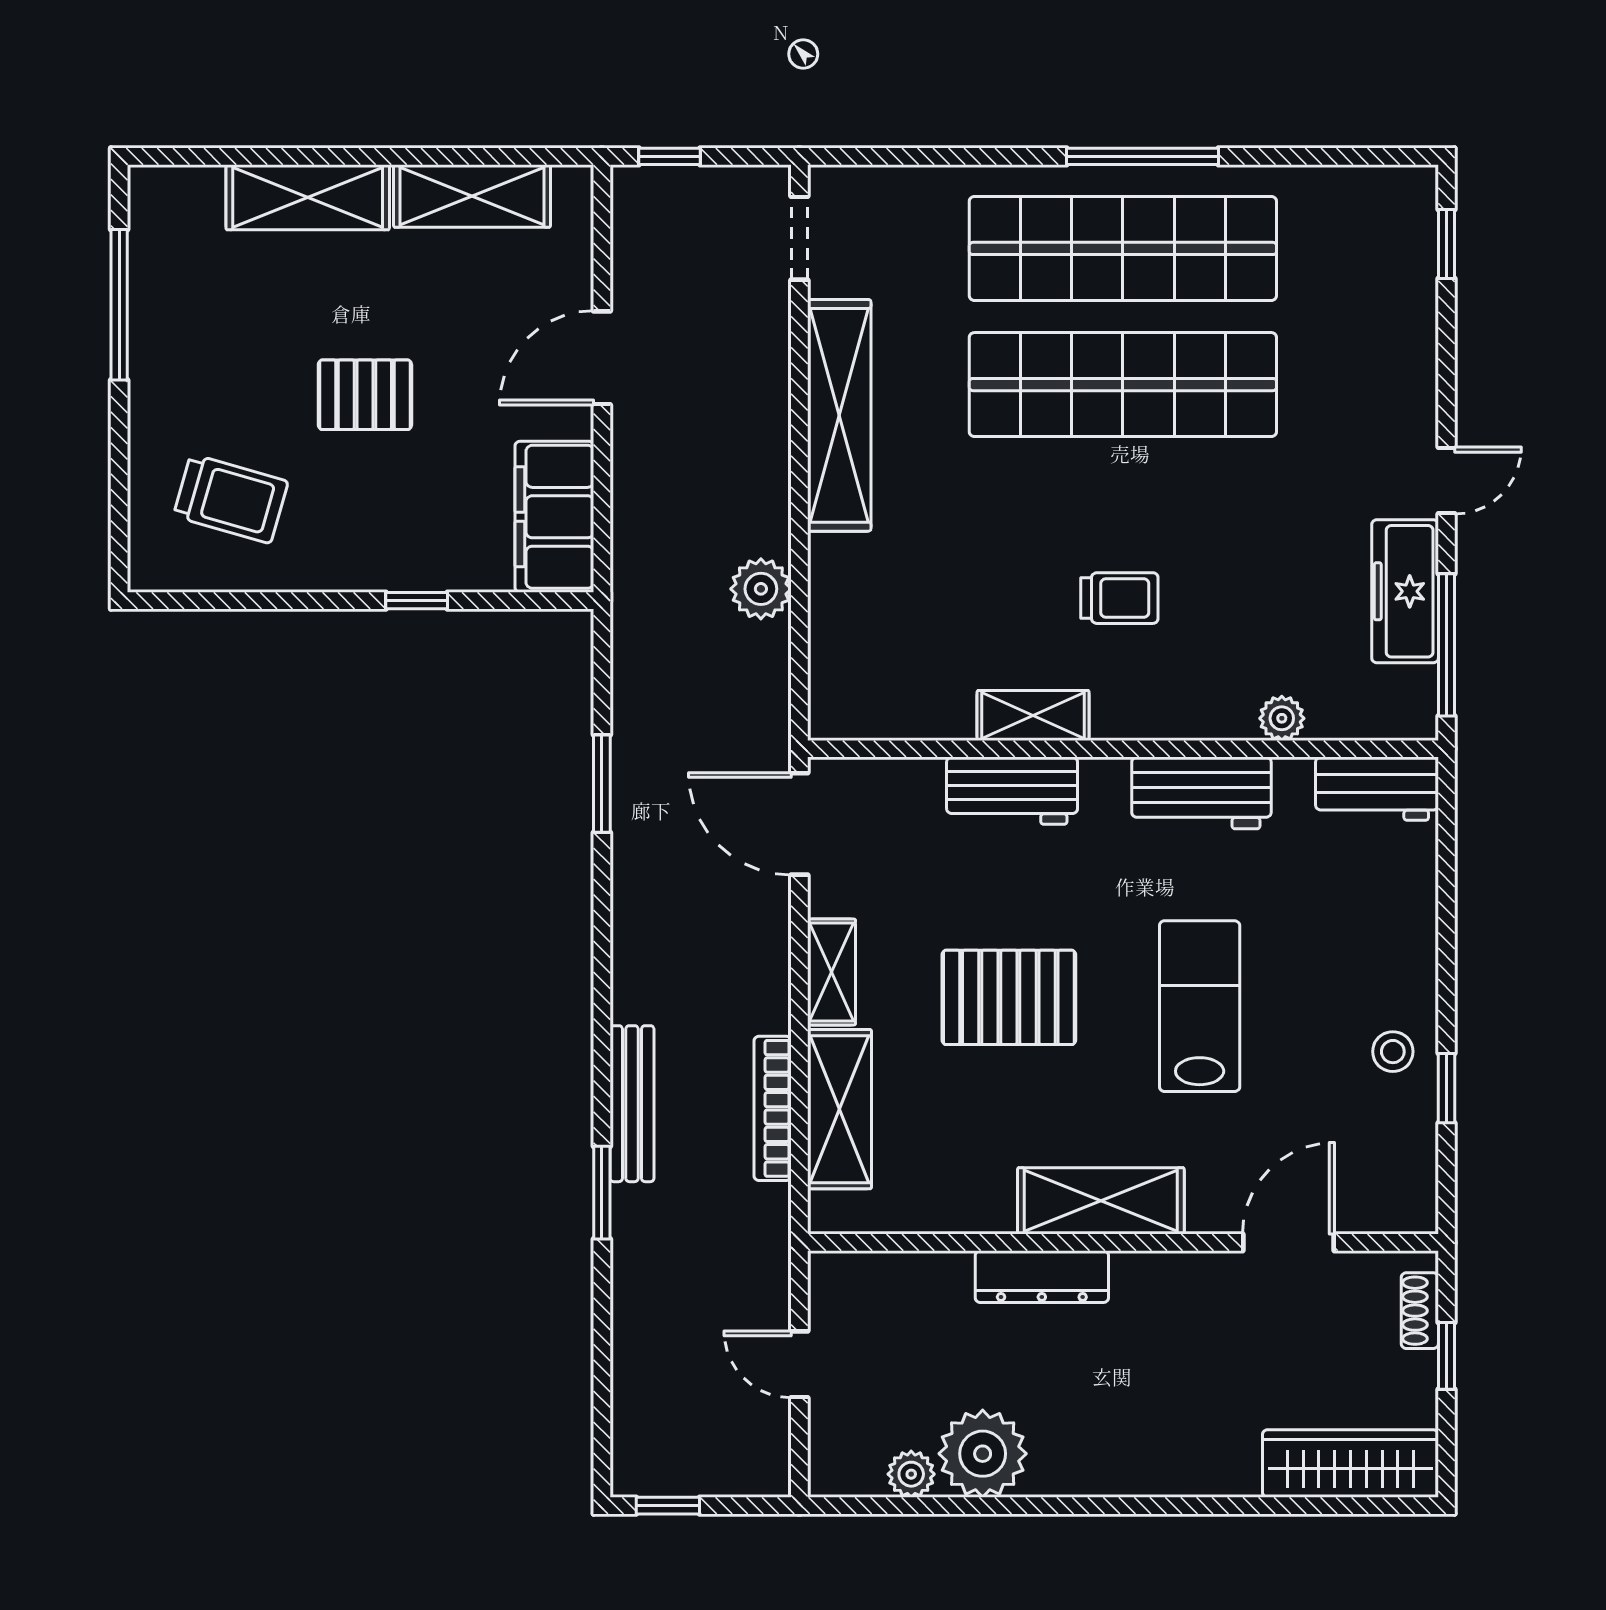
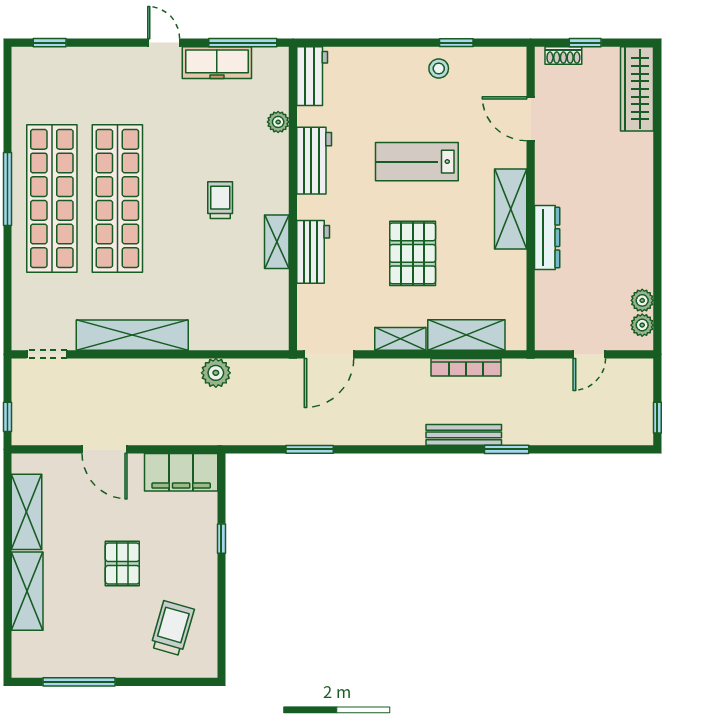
plant: (983, 1454) -> (642, 325), moved, width x0.53, depth x0.53

